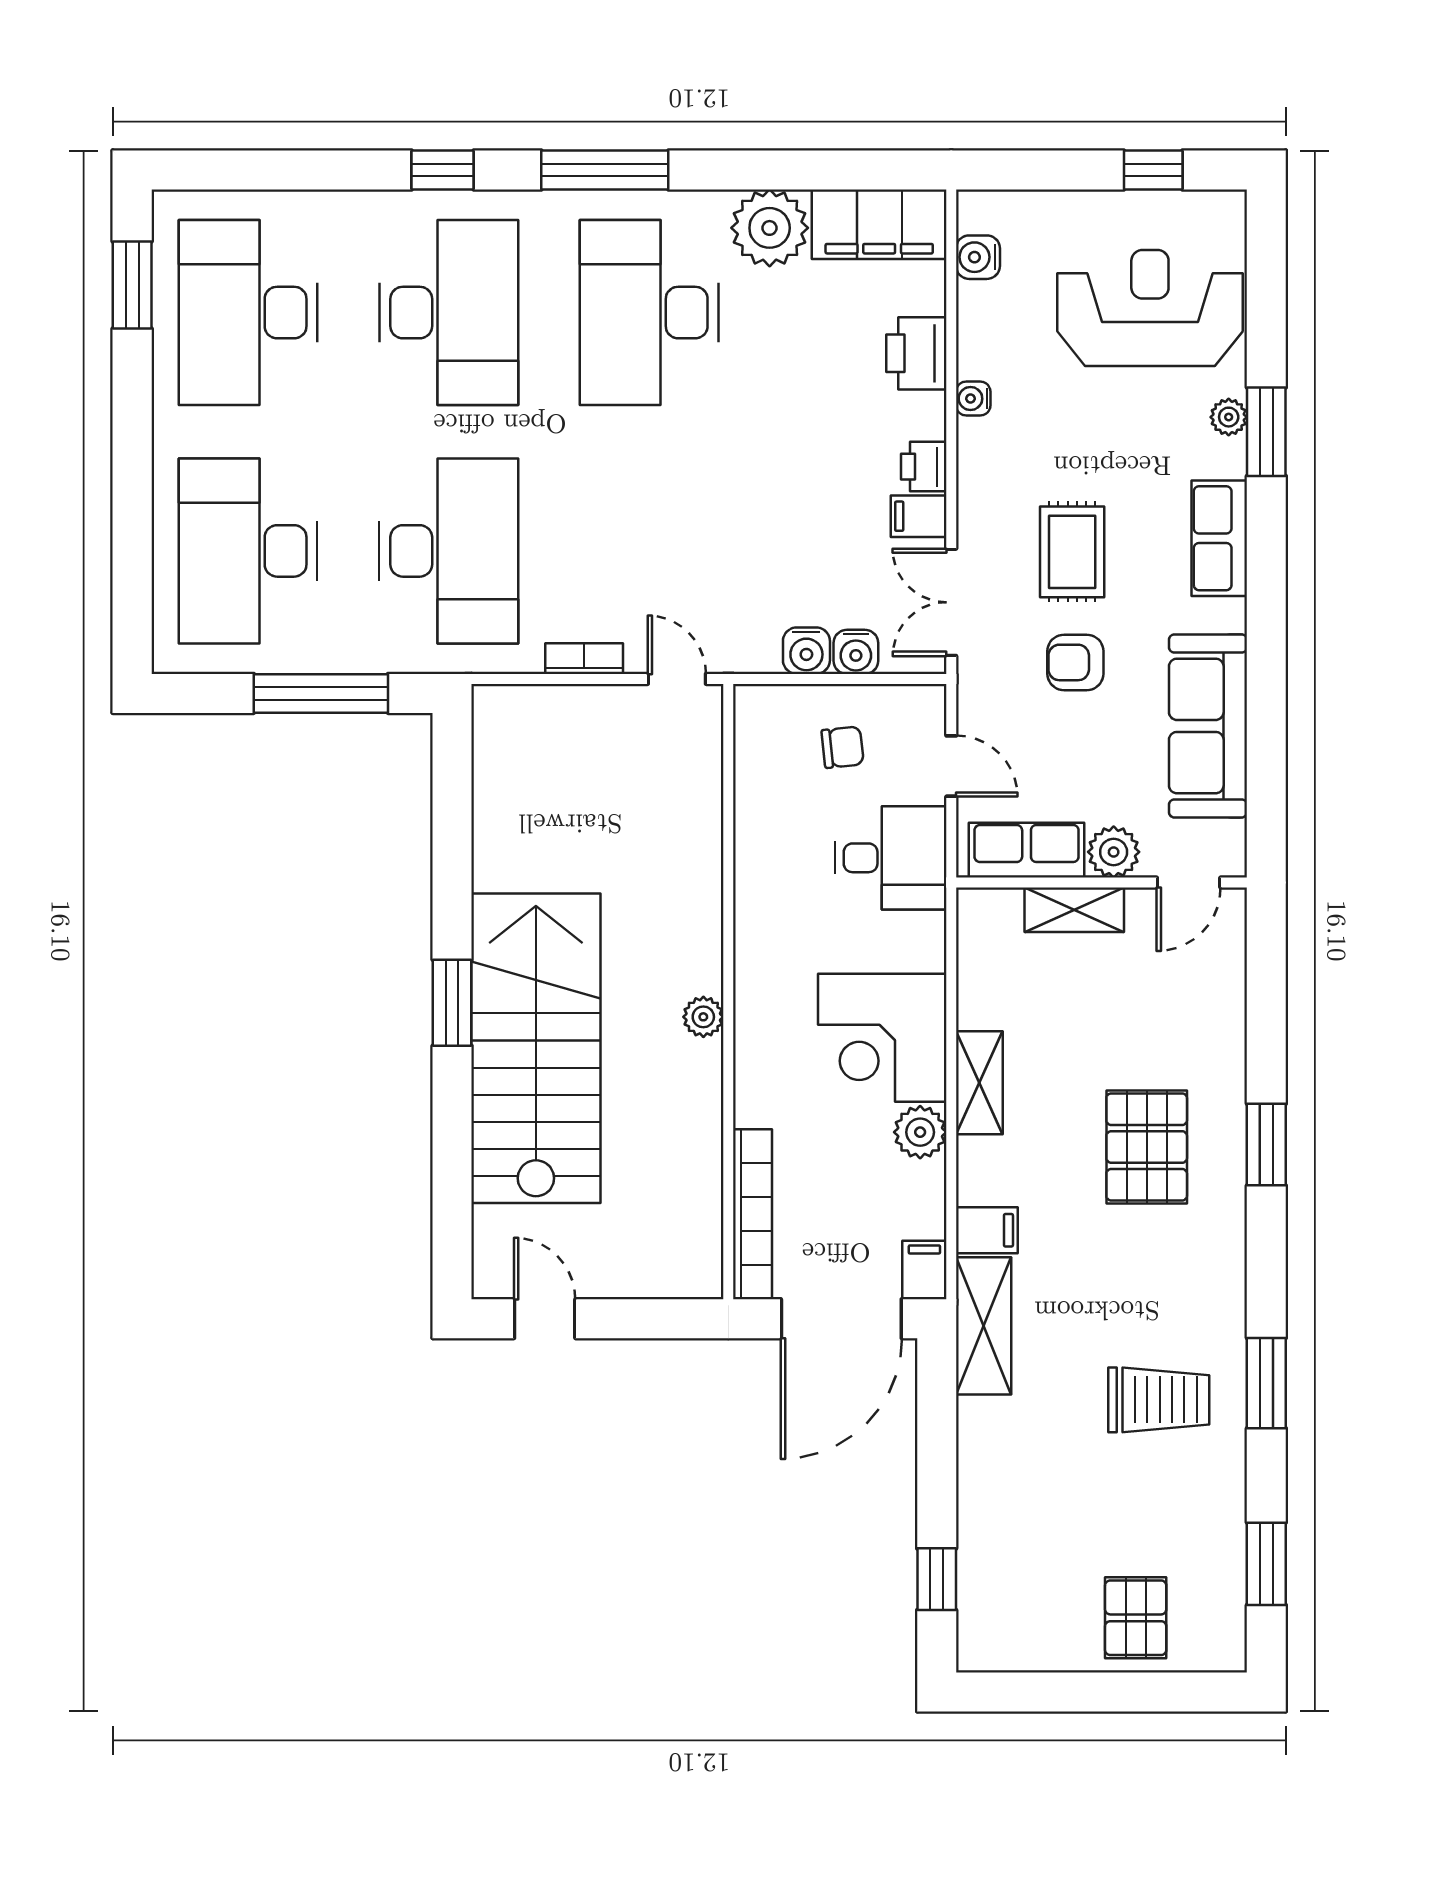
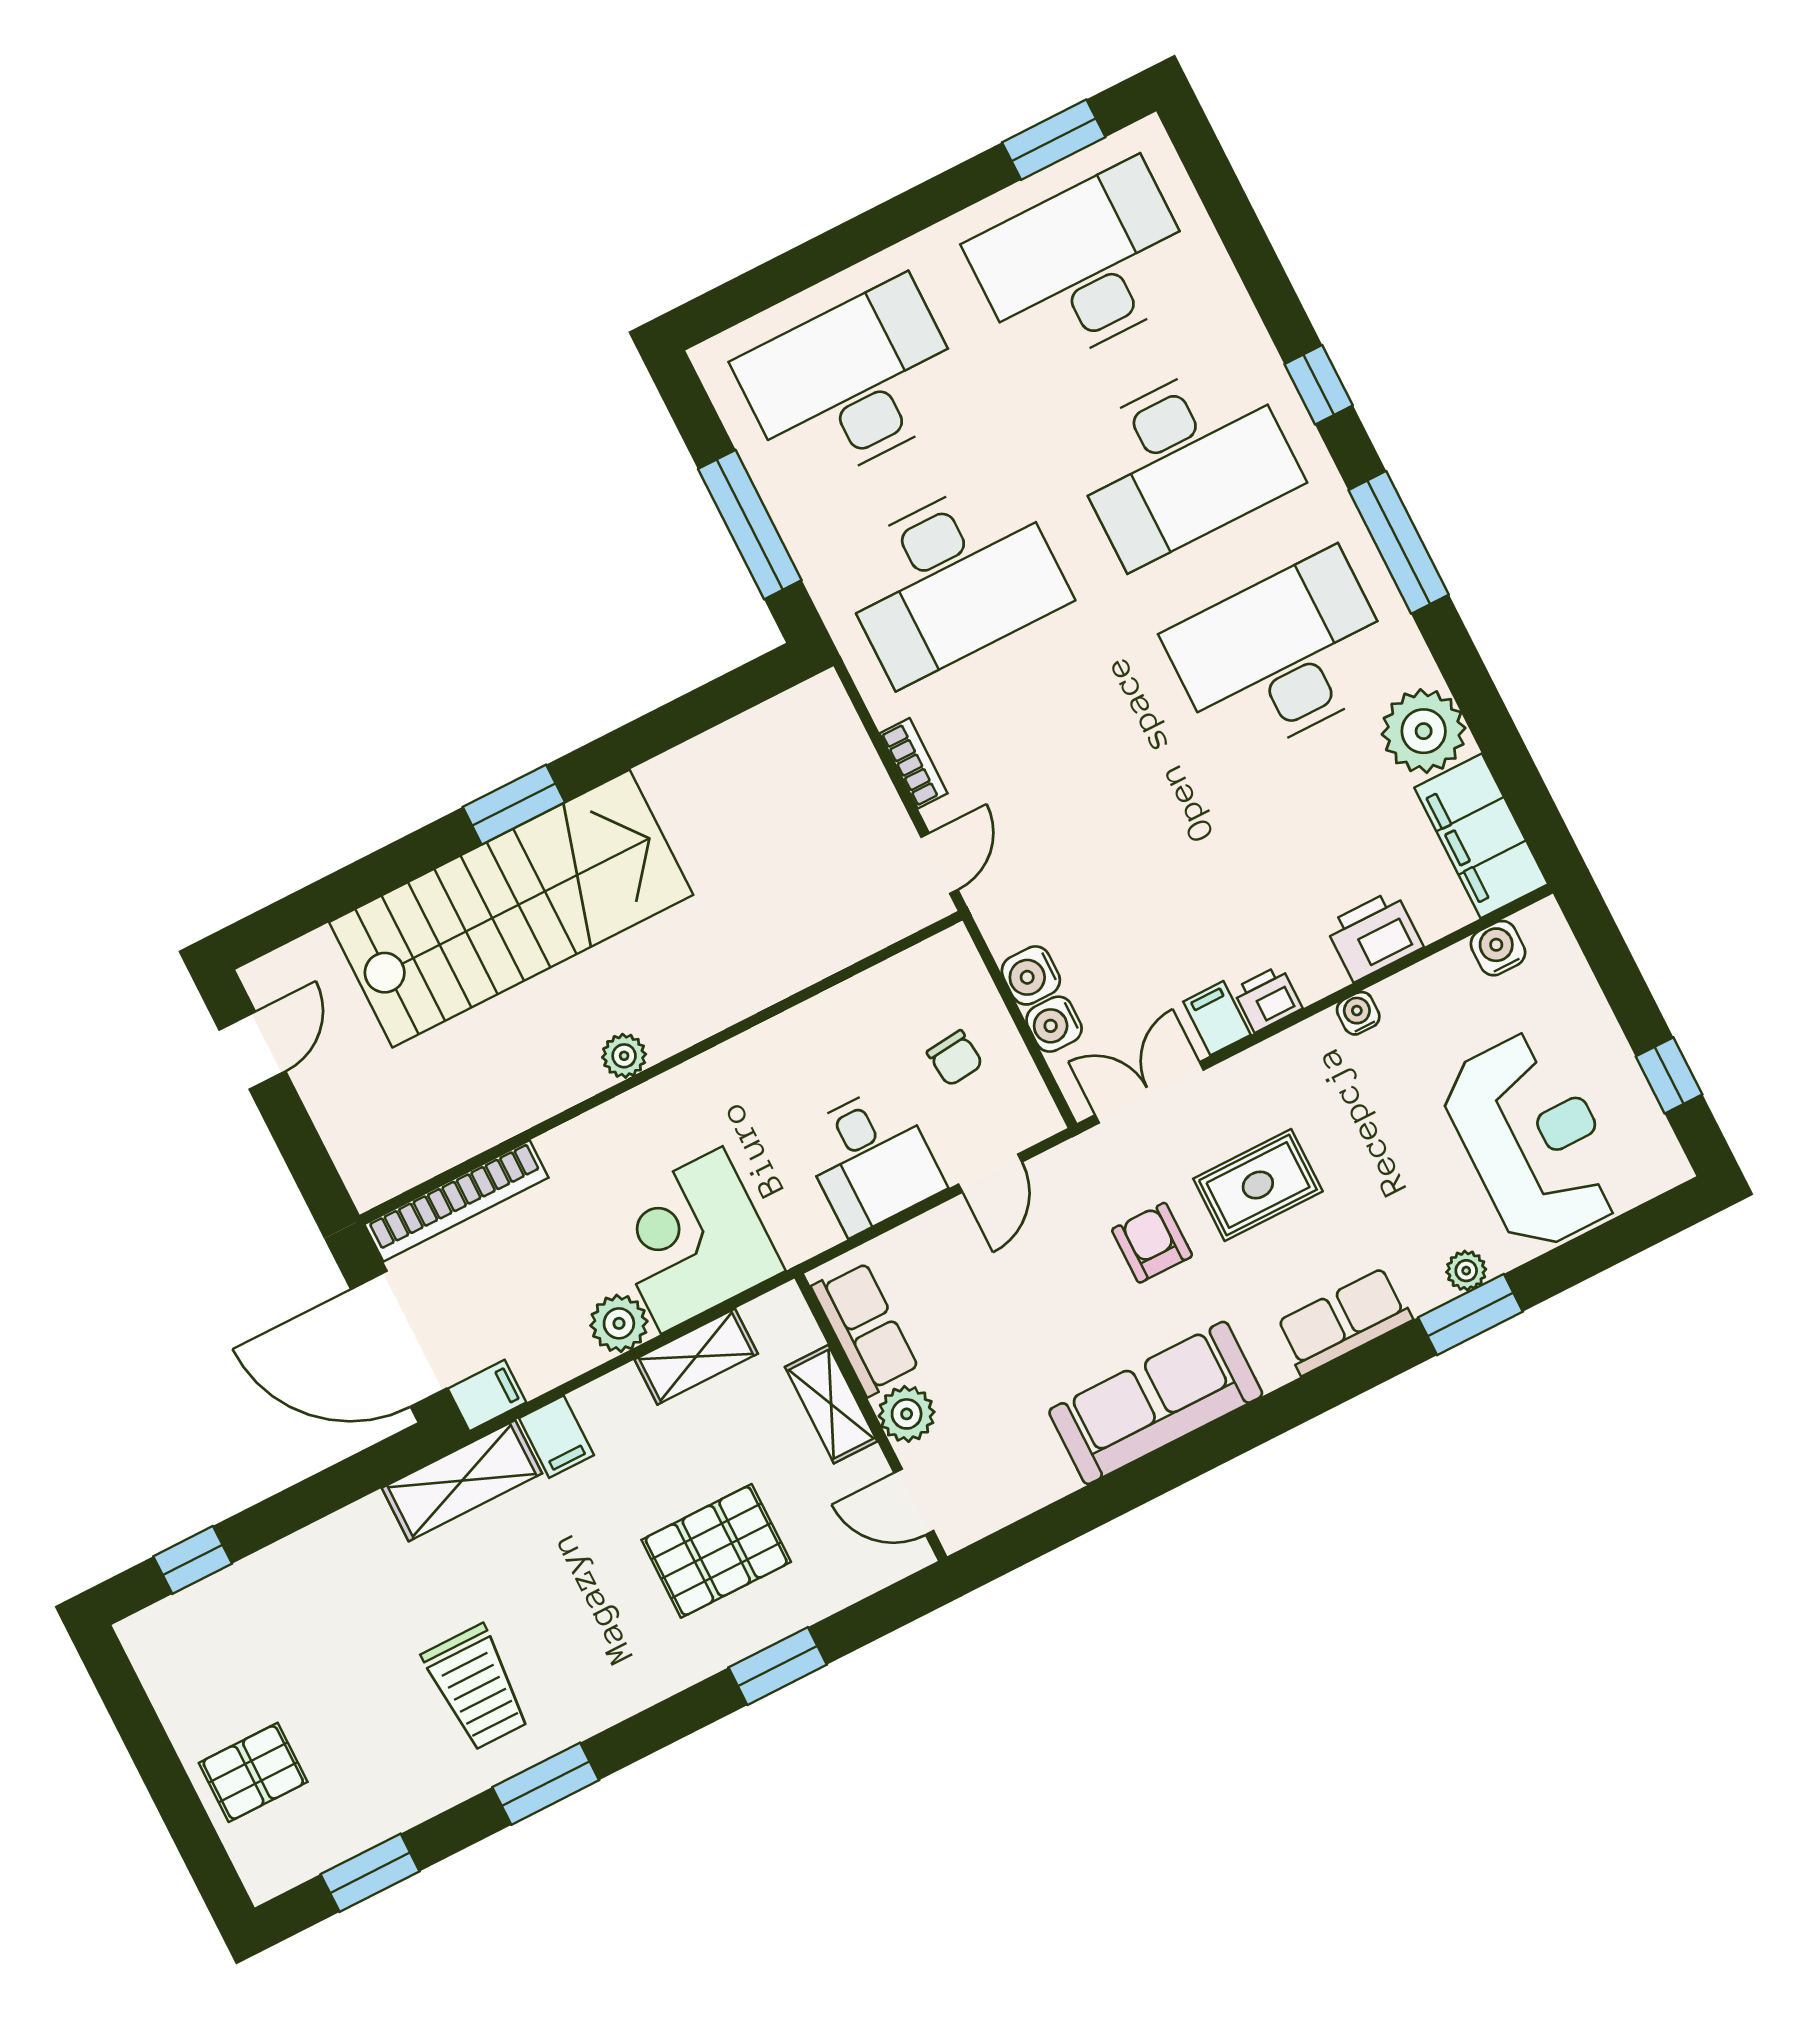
row of seats: (1027, 850) -> (865, 1328), moved
plant: (1114, 852) -> (907, 1414), moved
wall: (1102, 883) -> (871, 1417), moved
door: (1189, 883) -> (914, 1502), moved
shelving: (1074, 910) -> (831, 1404), moved

